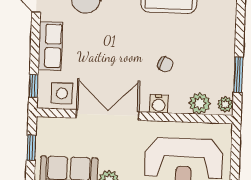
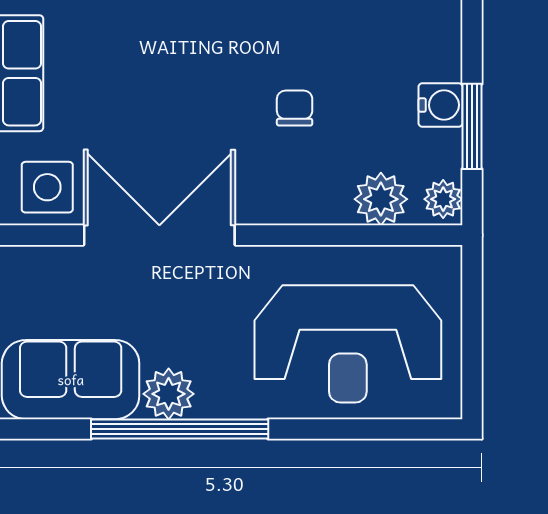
chair: (165, 64) -> (295, 108), turned -114
water cooler: (159, 104) -> (441, 105), moved, turned -90

